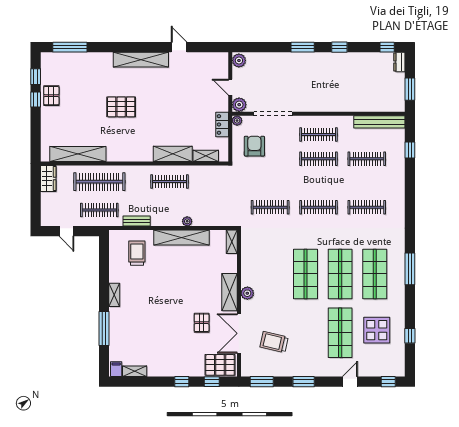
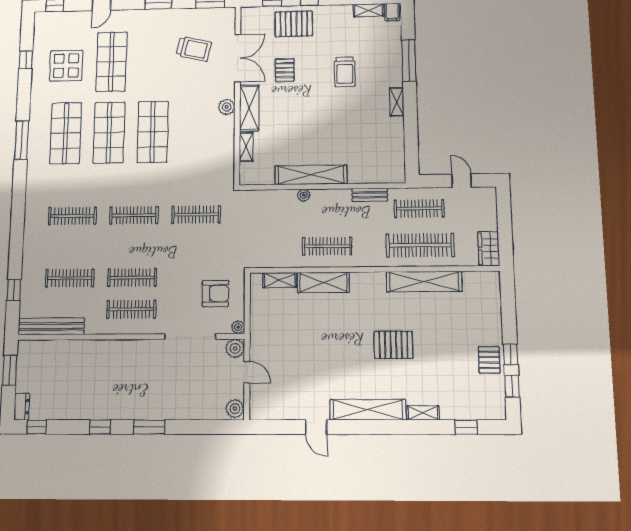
window: (70, 47) -> (466, 427), width x0.46
shelving: (101, 57) -> (423, 413), added
locker: (222, 124) -> (258, 322), removed
armchair: (254, 146) -> (215, 293), turned -90
shelving: (78, 154) -> (424, 282), moved
shelving: (232, 242) -> (246, 147), moved
trolley: (137, 253) -> (345, 72), moved
pallet: (220, 365) -> (294, 24), moved

